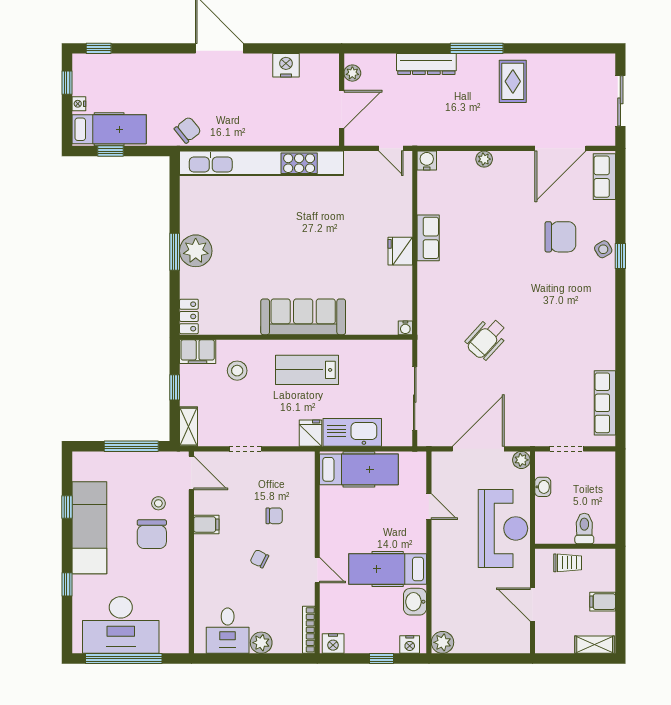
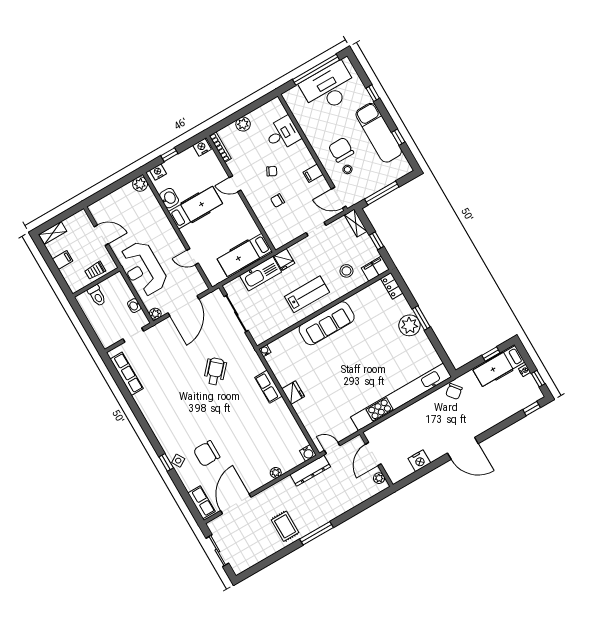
dresser: (426, 64) -> (310, 471), moved, turned 180
row of seats: (428, 238) -> (268, 387), moved
desk: (228, 631) -> (283, 134), moved, turned 90

